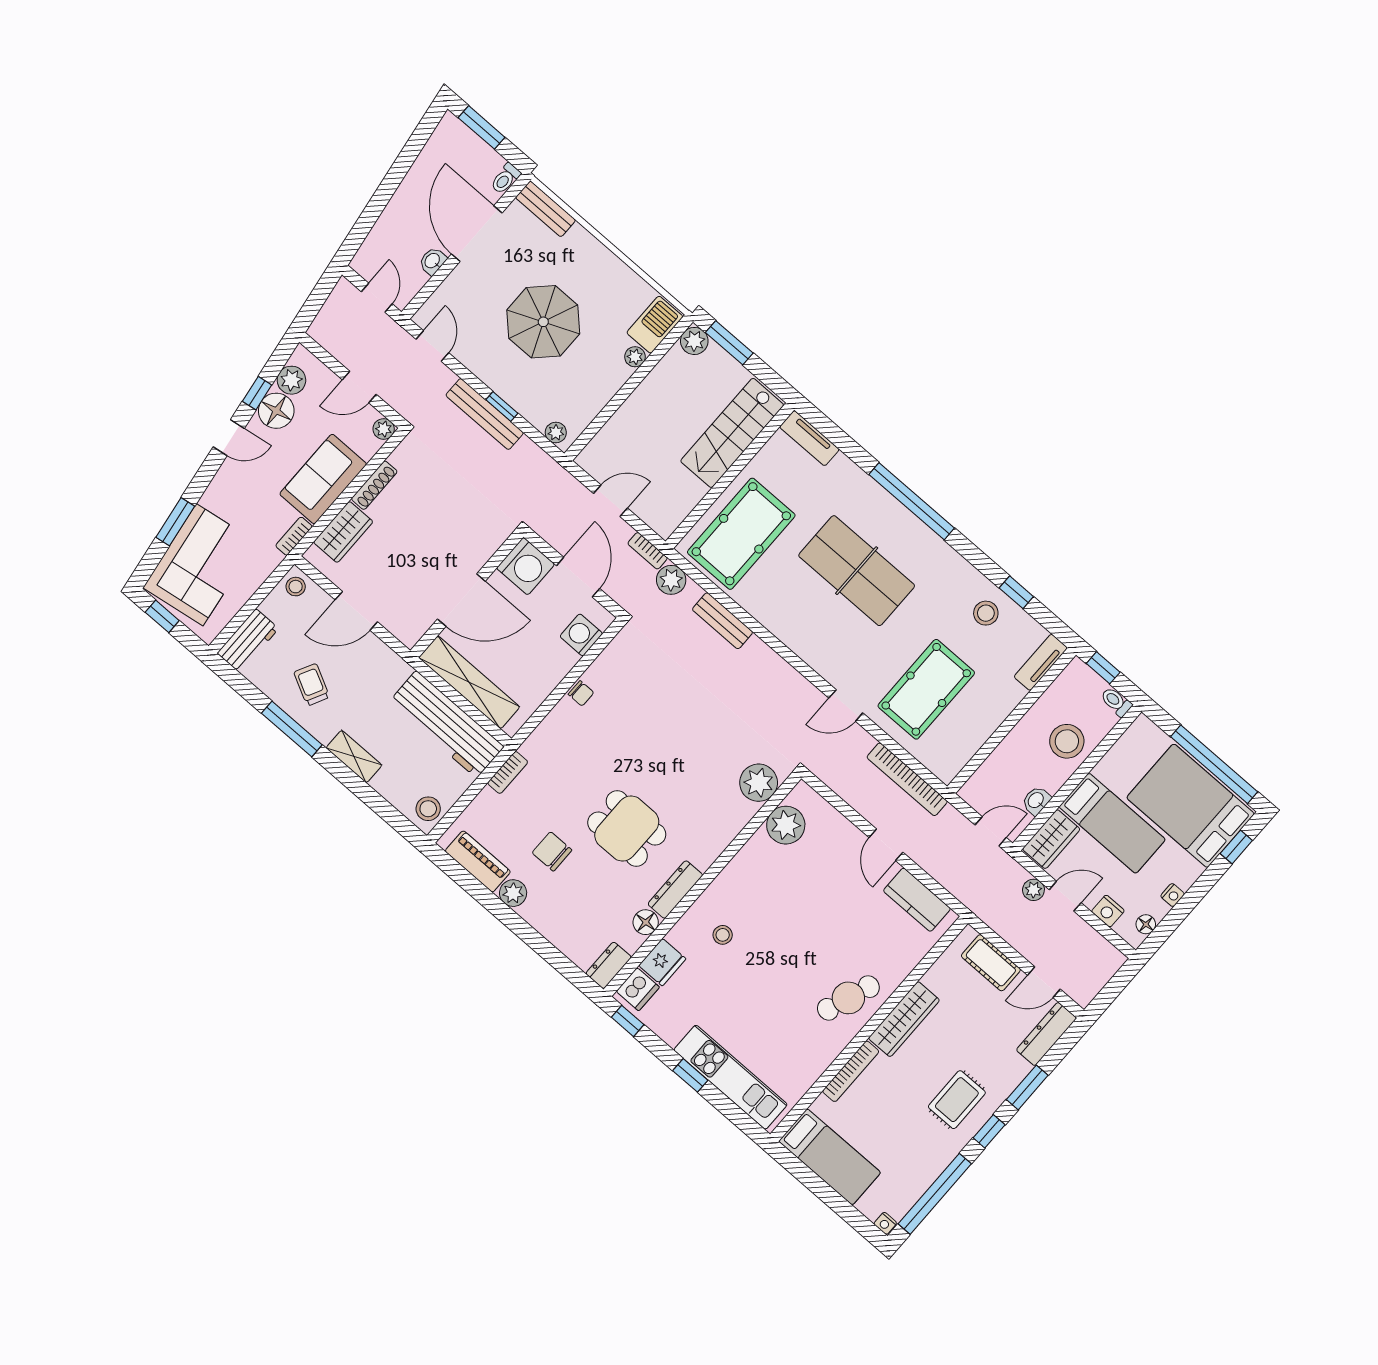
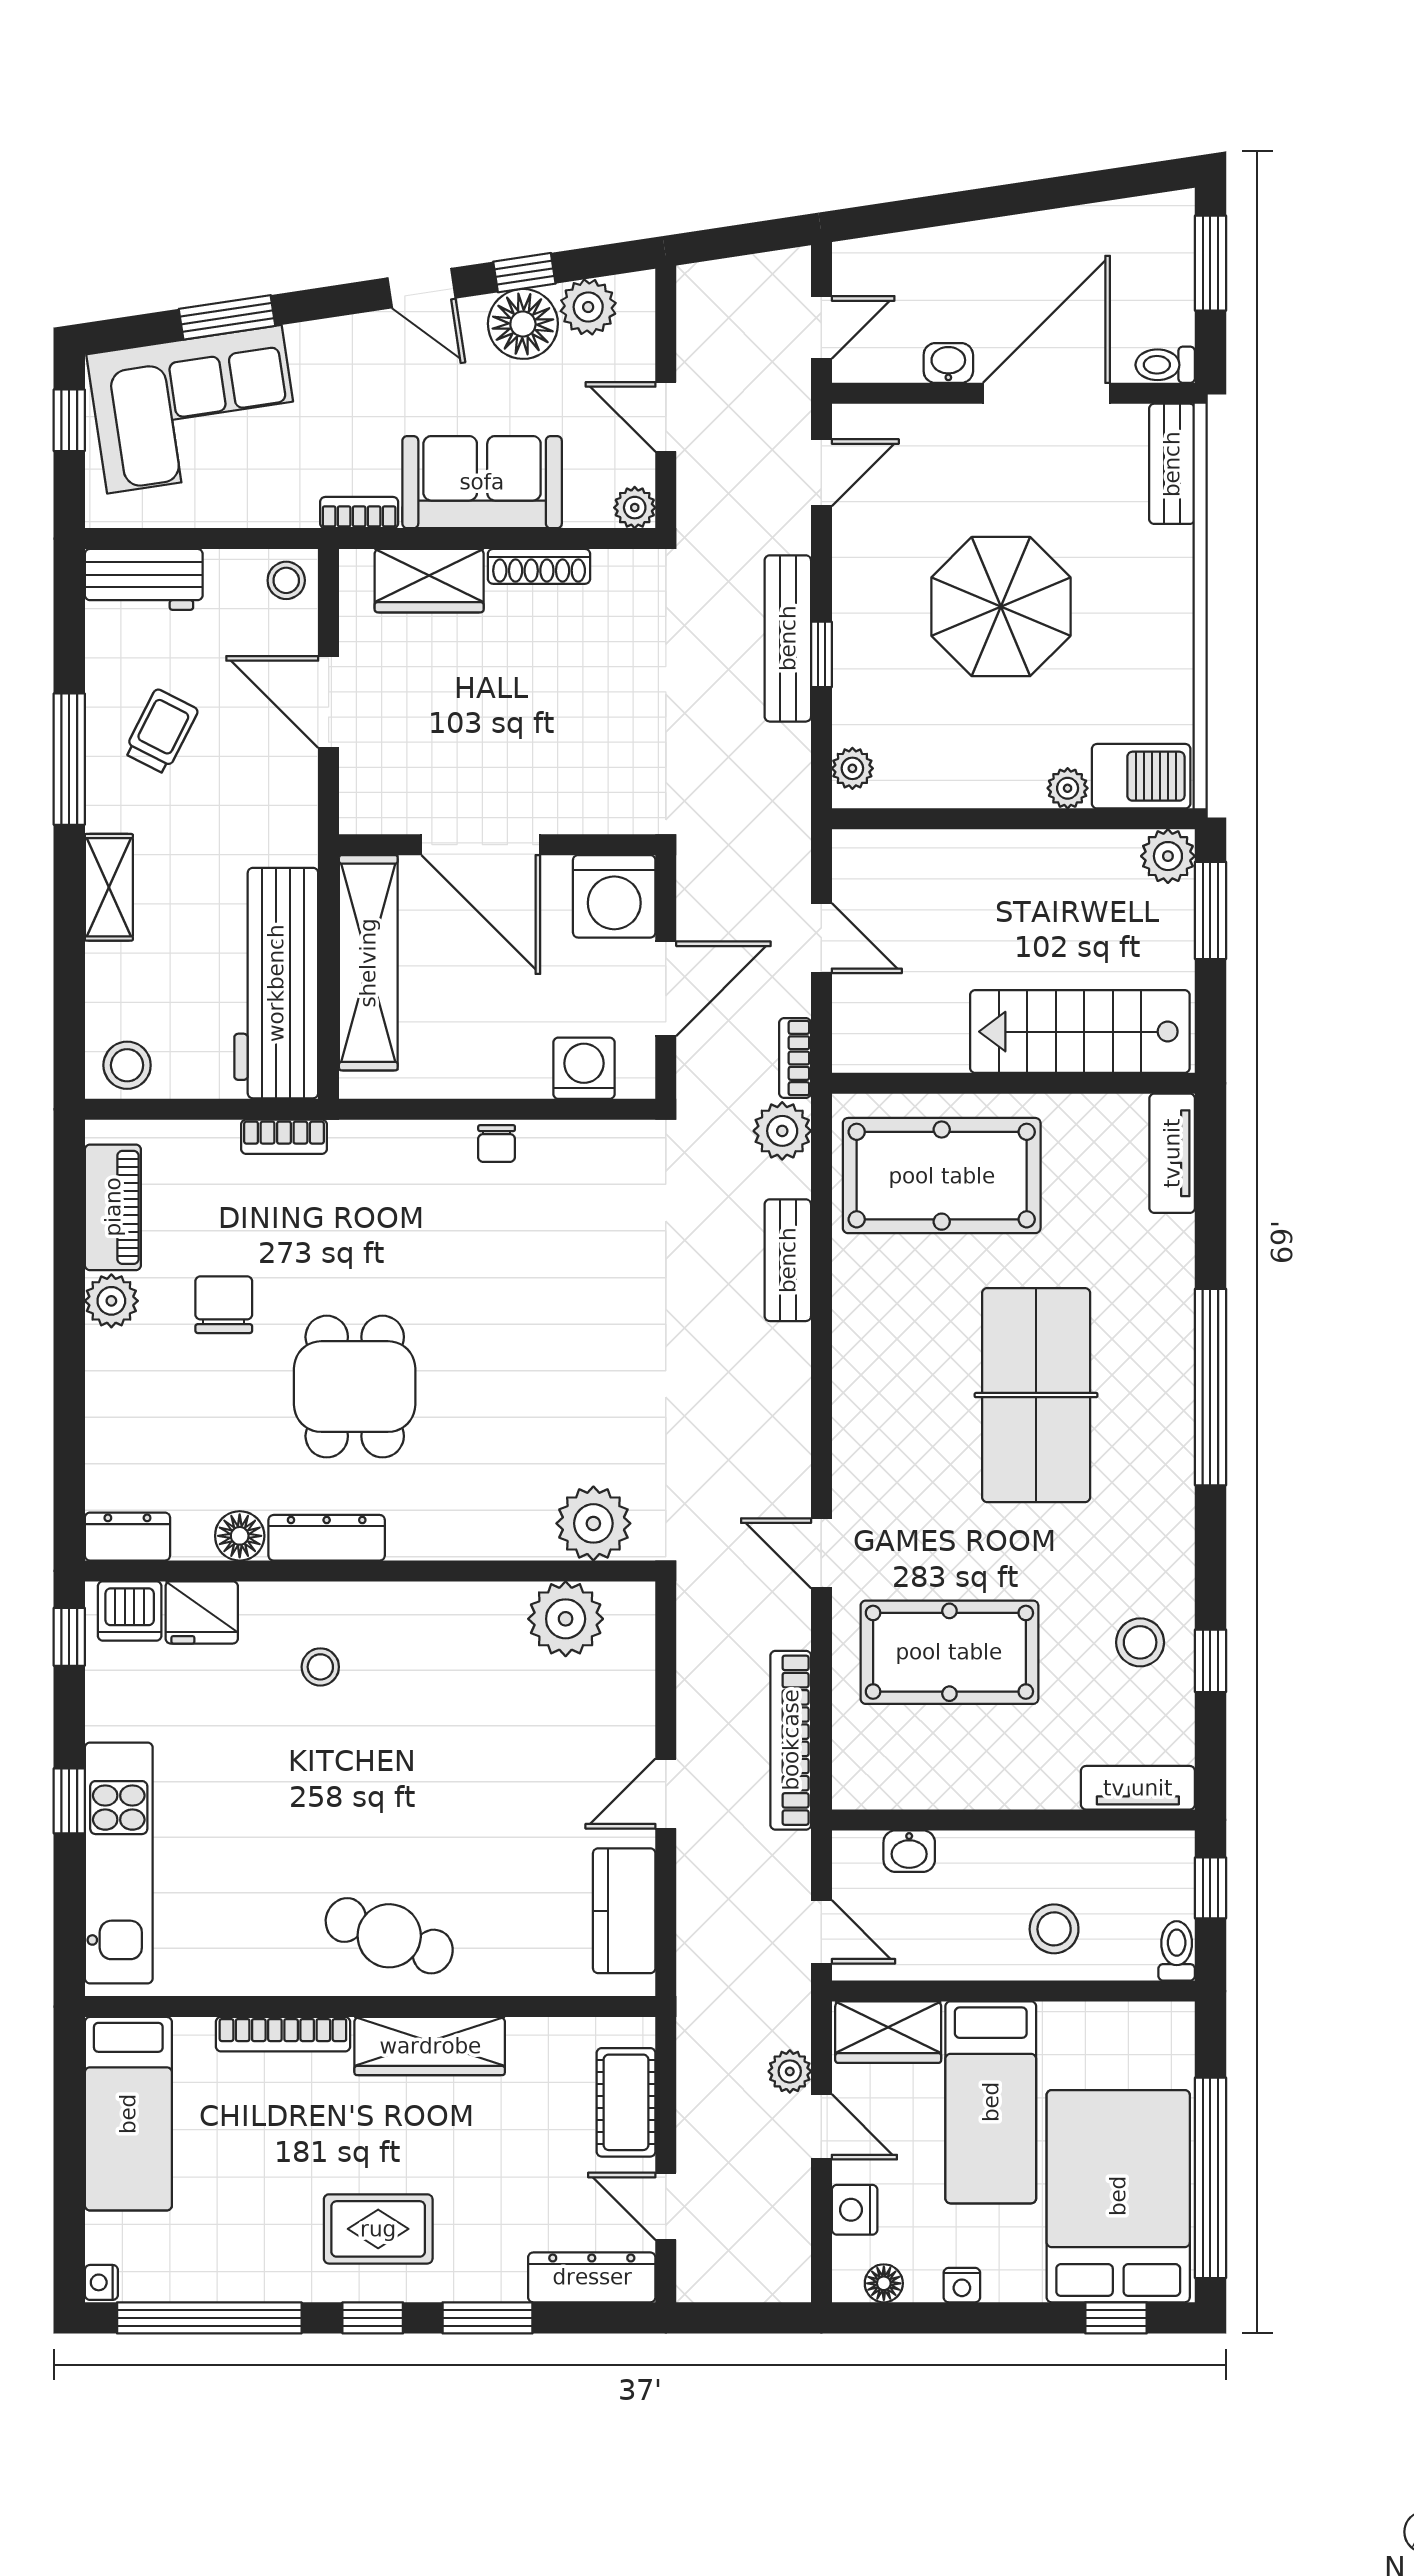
stool: (1067, 741) -> (1054, 1929), width x0.73, depth x0.73
washbasin: (1036, 801) -> (909, 1851), moved, turned 180

